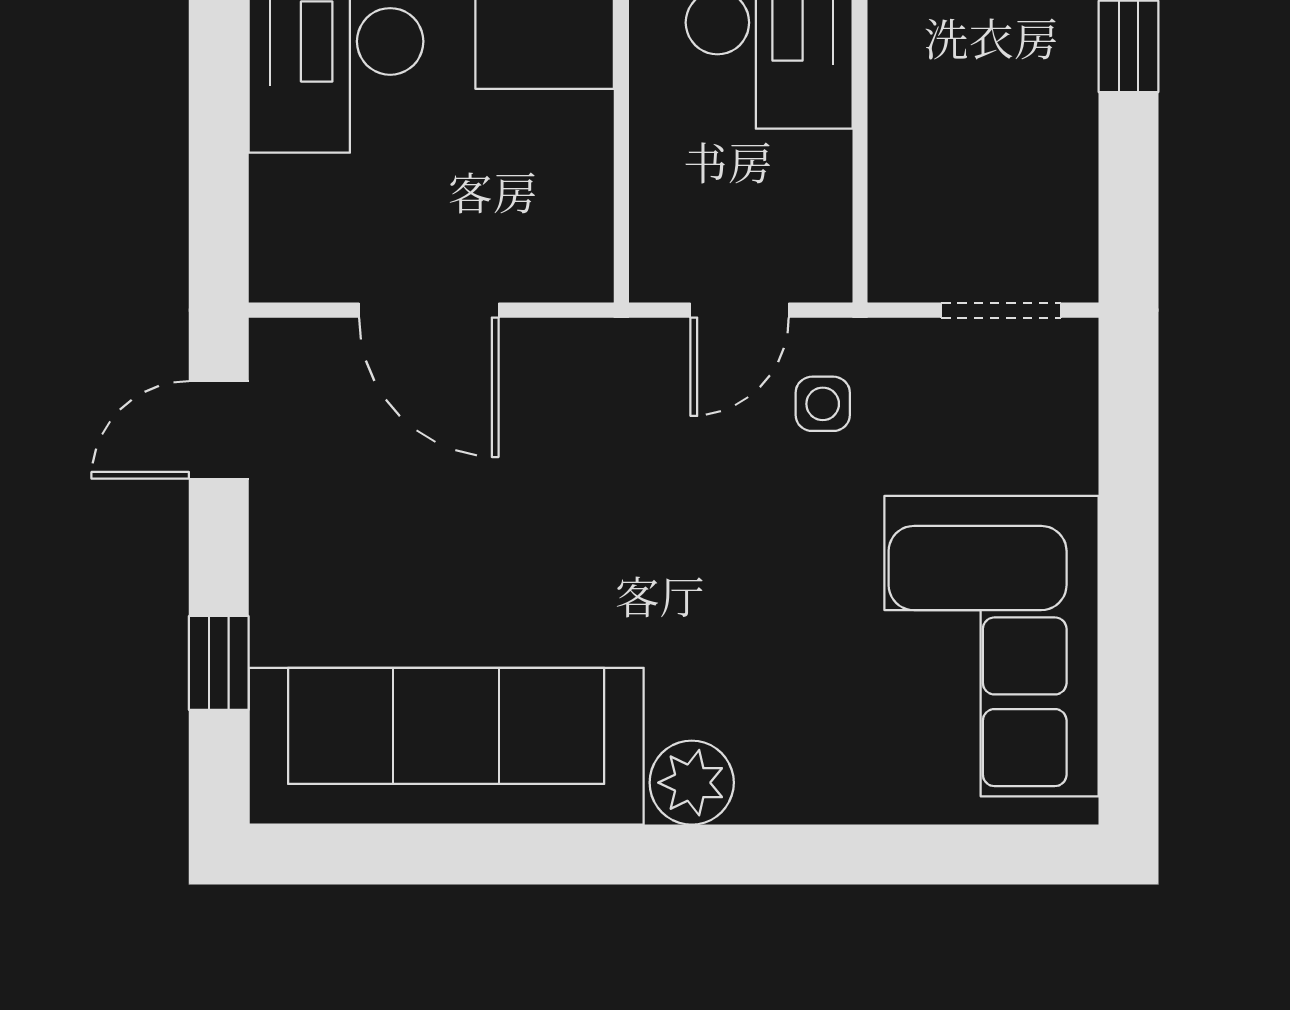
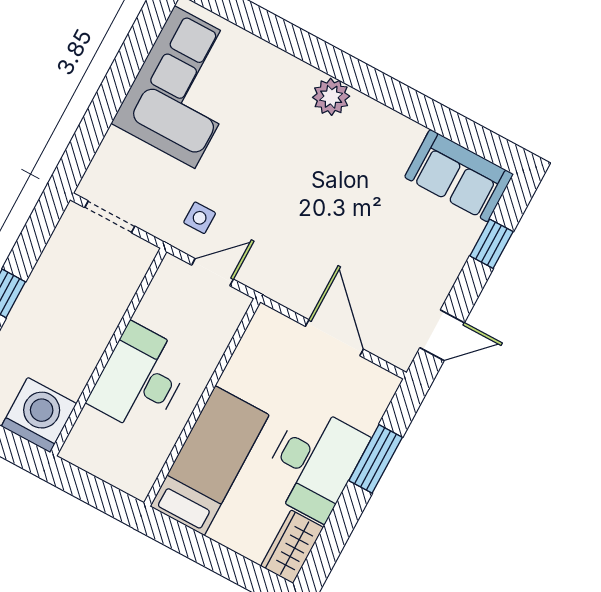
window: (219, 115) -> (376, 459), added
sofa: (446, 746) -> (459, 176), width x0.54, depth x0.79

